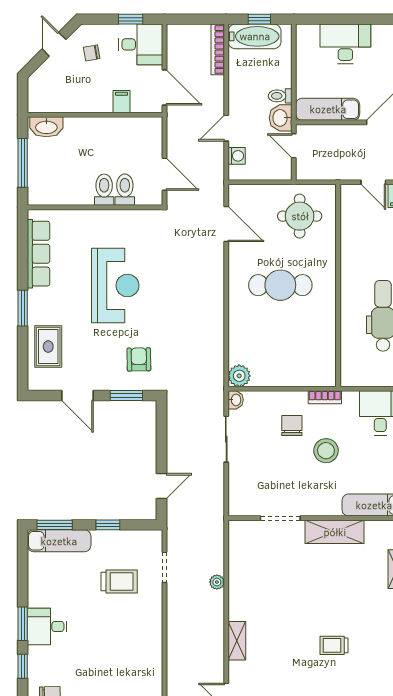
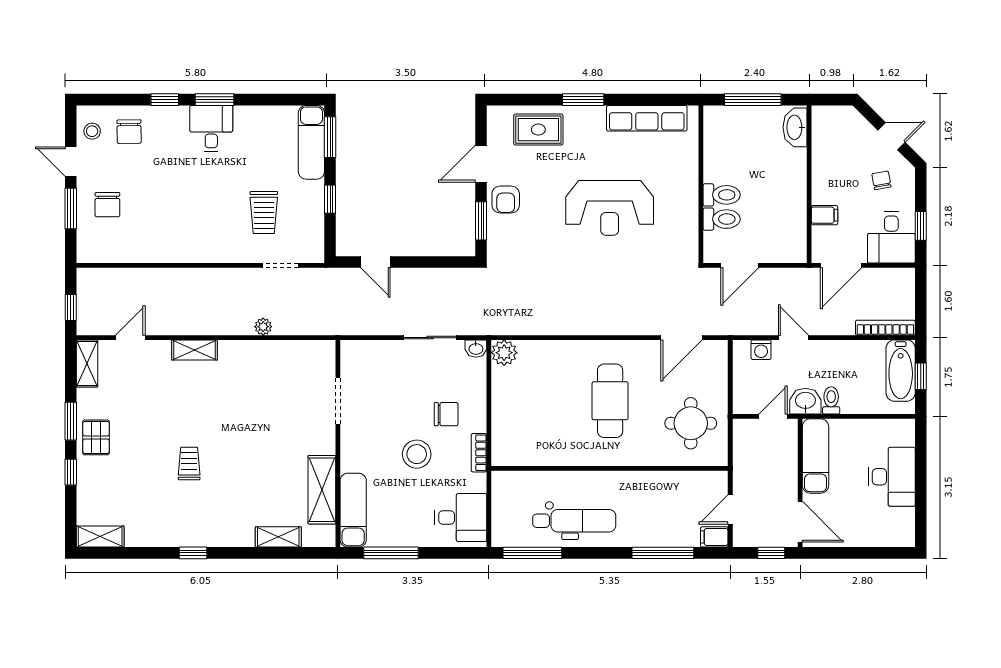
armchair: (139, 359) -> (506, 200), moved, turned 91
shelving: (335, 532) -> (322, 490), moved

